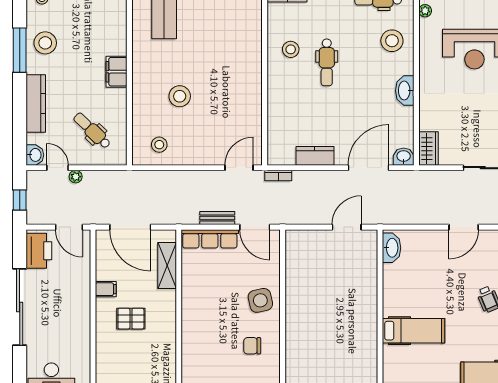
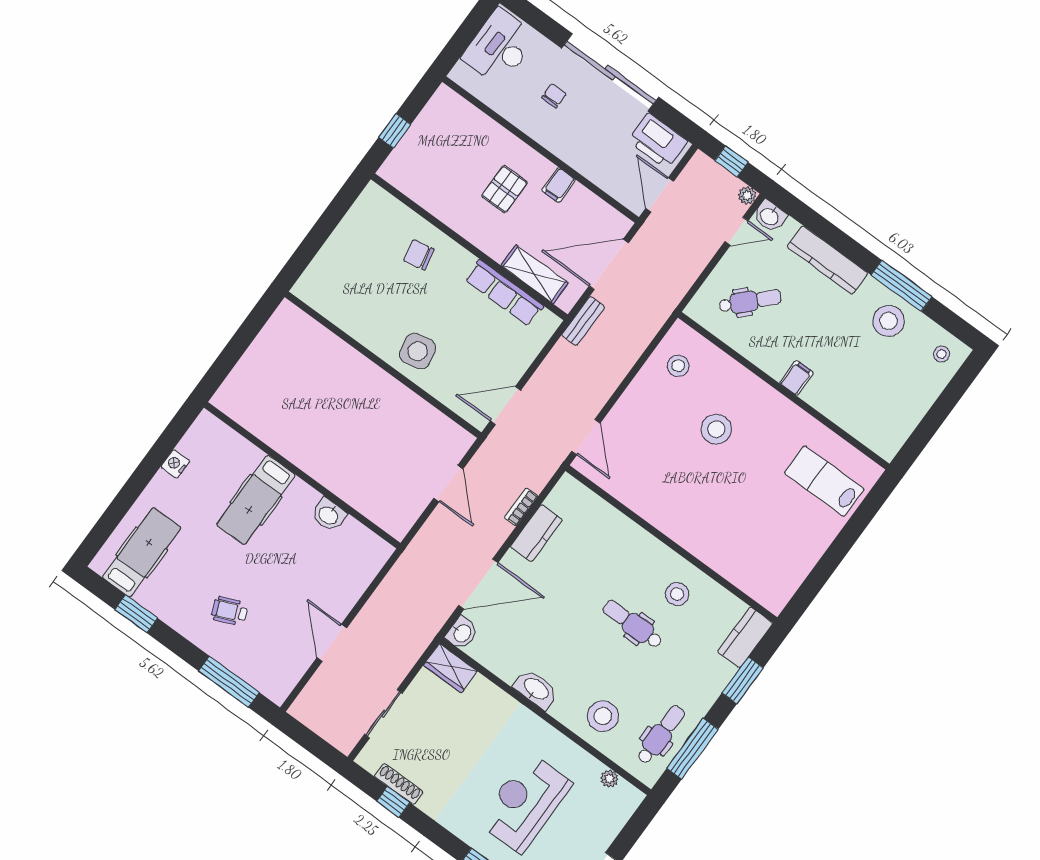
filing cabinet: (116, 72) -> (797, 378), width x0.50
door: (368, 168) -> (478, 584), hinge flipped
bookcase: (278, 176) -> (521, 507), moved
plant: (76, 177) -> (747, 196), moved
bench: (217, 218) -> (583, 321), moved
door: (69, 227) -> (660, 195), hinge flipped
door: (347, 227) -> (448, 484), moved
row of seats: (210, 239) -> (504, 293), moved, turned -90
washbasin: (392, 248) -> (329, 515), moved, width x0.72
chair: (56, 329) -> (554, 96), added
chair: (252, 346) -> (419, 255), moved, turned -102

